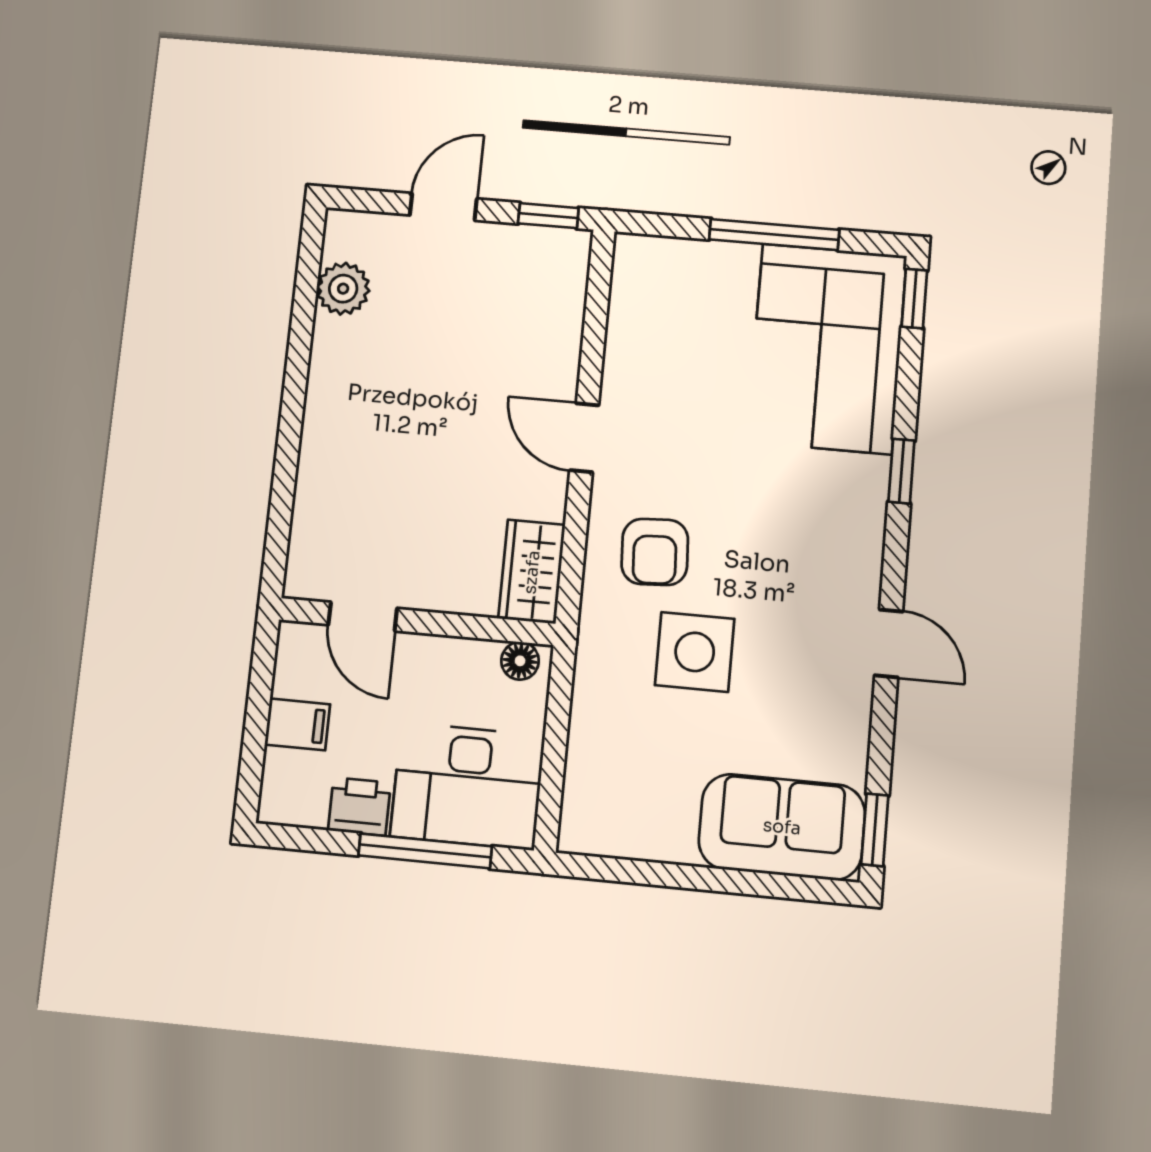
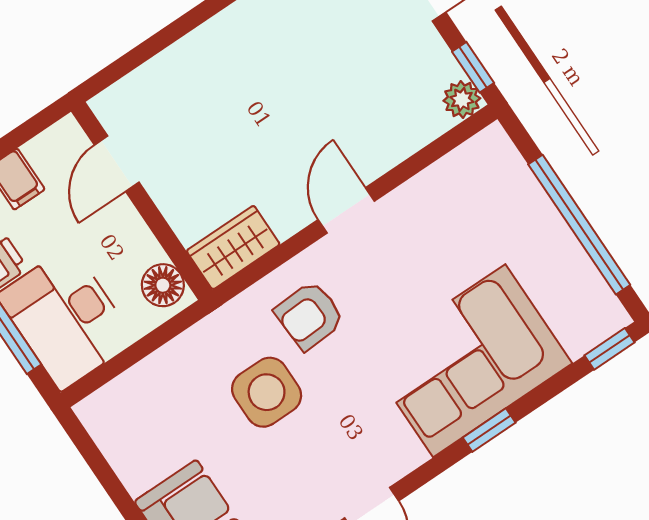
window: (774, 235) -> (579, 225), width x1.46
plant: (569, 249) -> (462, 99), added
corner sofa: (827, 348) -> (469, 361), moved
floor lamp: (520, 661) -> (163, 285), width x1.37, depth x1.37

